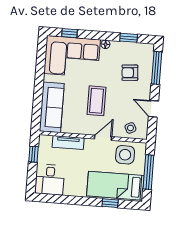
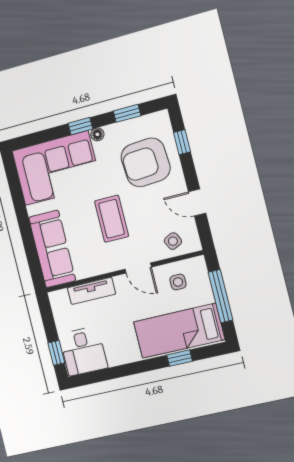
window: (69, 33) -> (80, 126), moved
window: (157, 68) -> (182, 142), width x0.46
armchair: (130, 73) -> (146, 162), width x1.88, depth x1.88
door: (103, 138) -> (138, 268), swing flipped
window: (34, 154) -> (56, 353), moved
side table: (125, 155) -> (178, 282), width x0.54, depth x0.54

